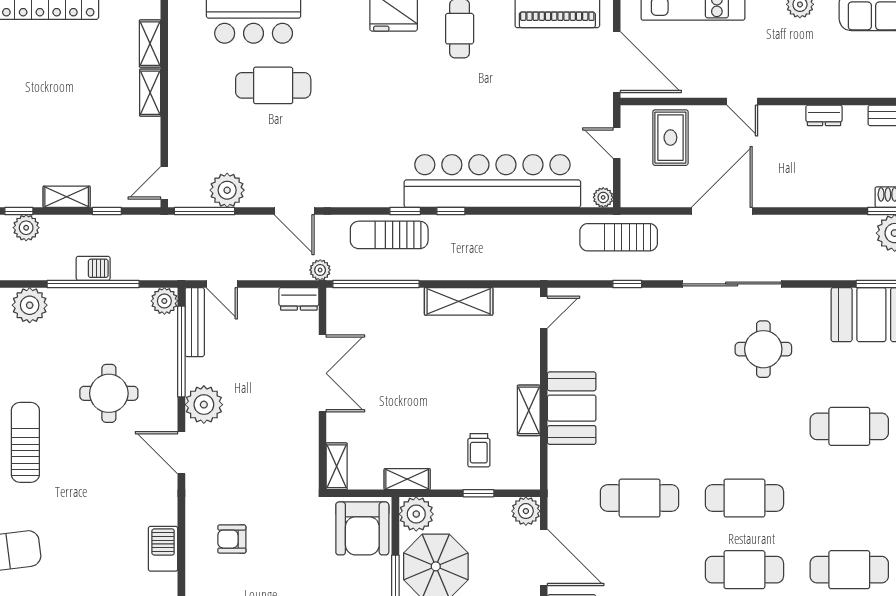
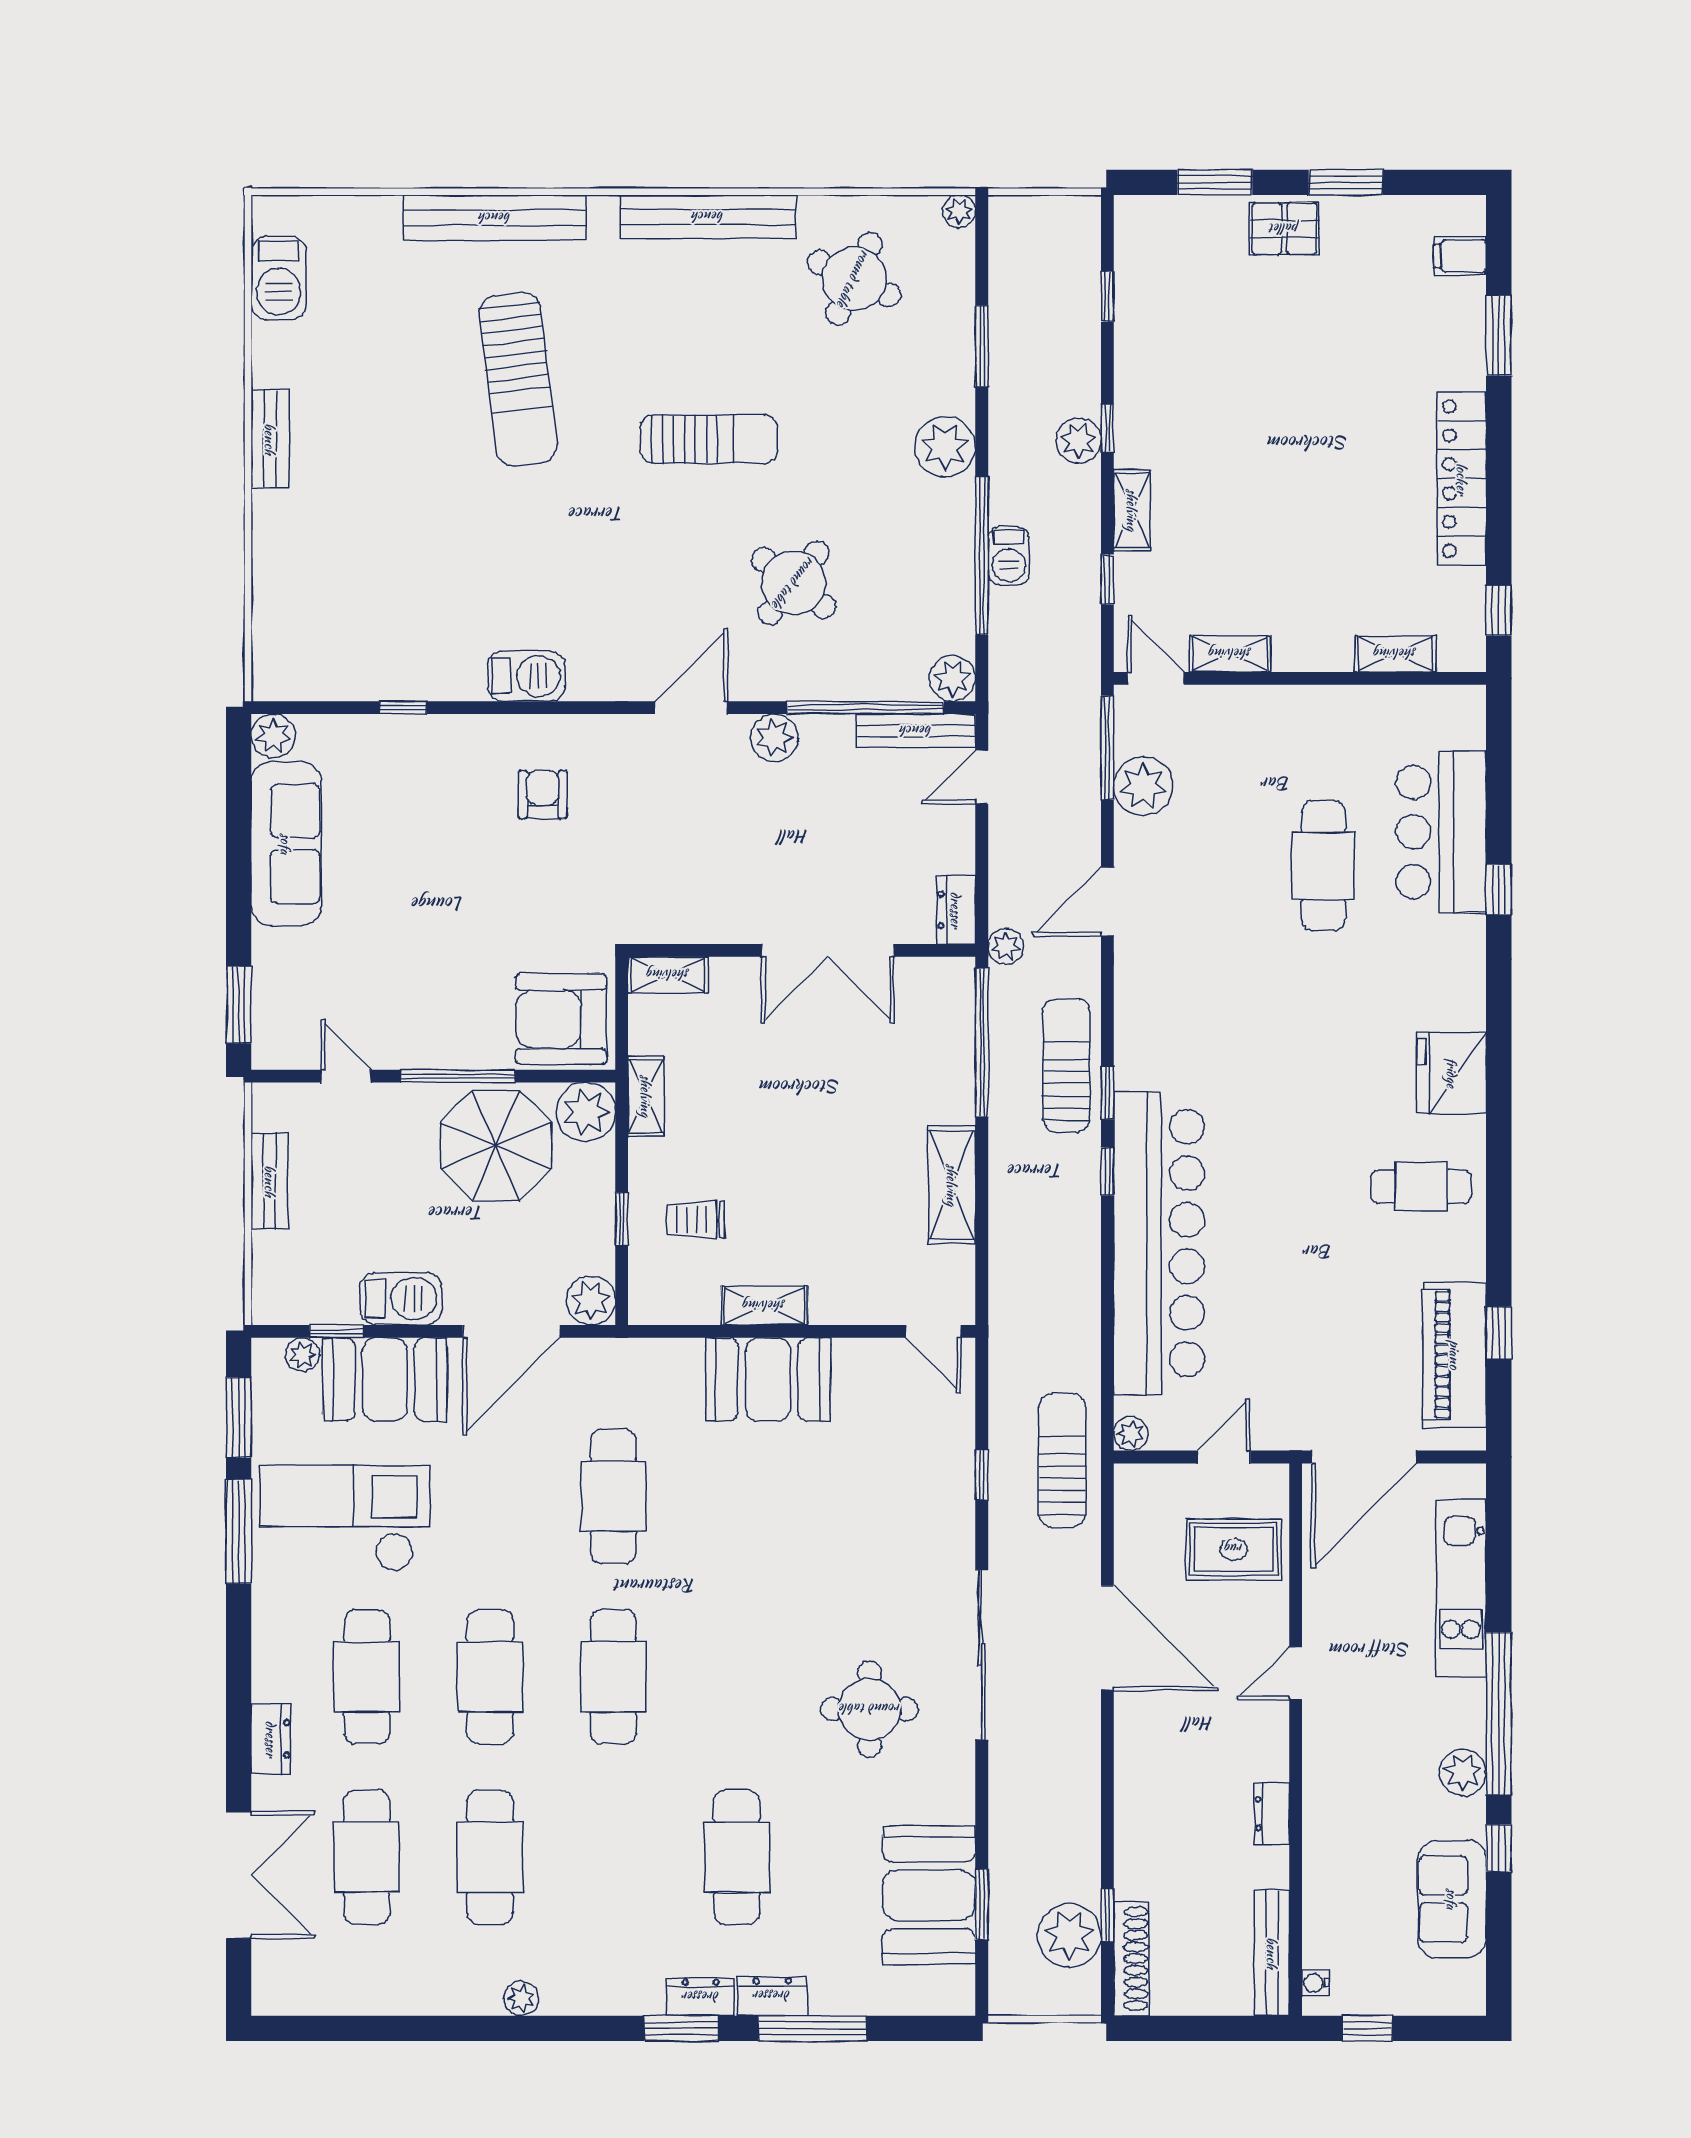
shelving: (150, 93) -> (1230, 654), moved
round table: (109, 393) -> (794, 583), turned 38
plant: (204, 405) -> (774, 738), width x0.73, depth x0.73

